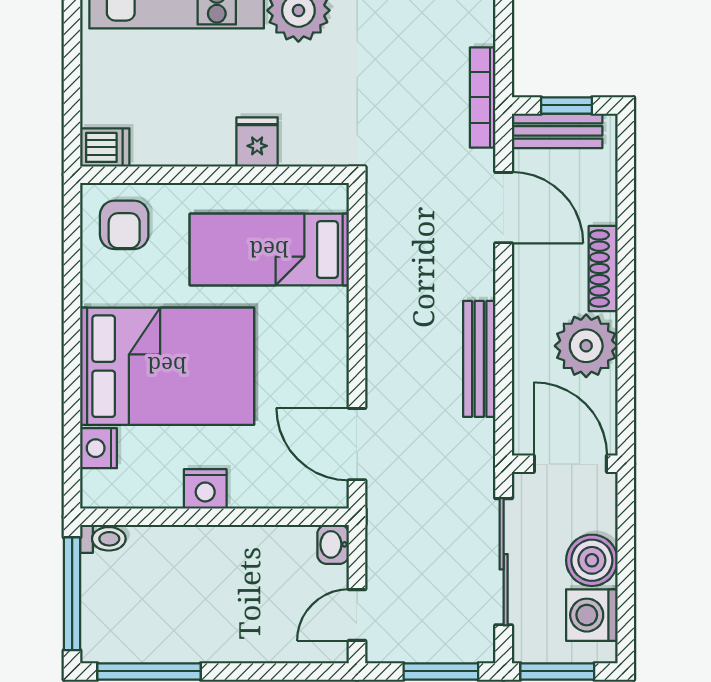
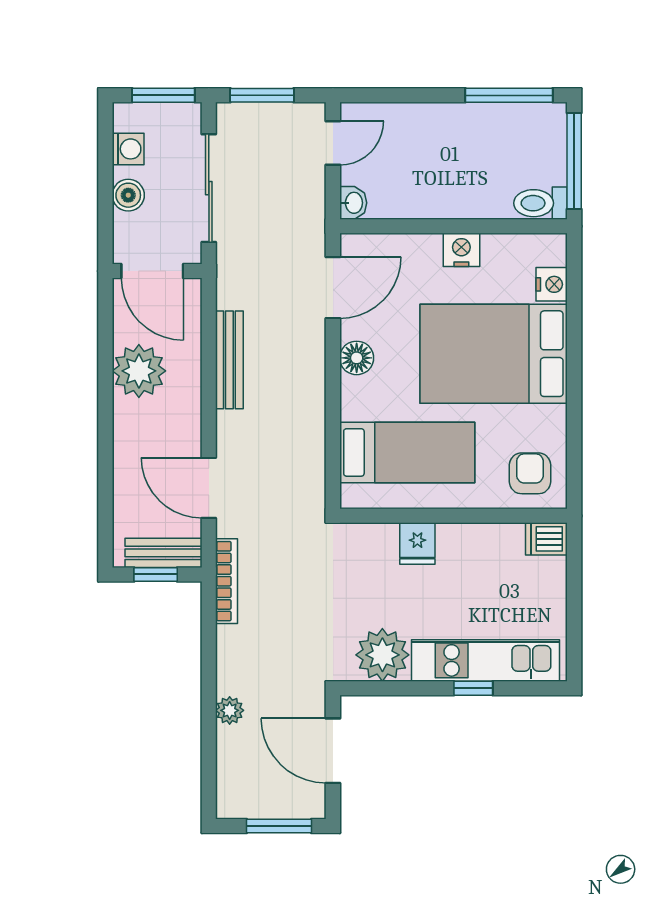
shoe rack: (603, 268) -> (125, 436), removed
floor lamp: (329, 361) -> (357, 358), added
door: (357, 444) -> (333, 288), hinge flipped
toilet: (103, 539) -> (541, 203), width x1.37, depth x1.39
boiler: (592, 560) -> (128, 195), width x0.73, depth x0.73
washing machine: (592, 615) -> (128, 149), width x0.73, depth x0.73

